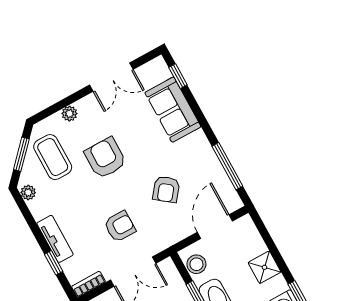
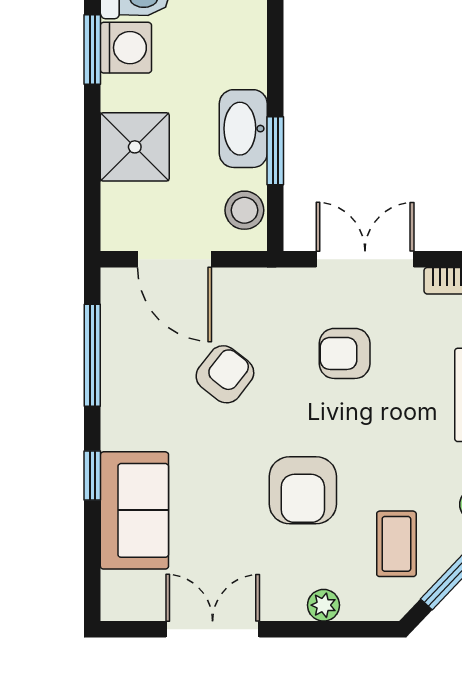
window: (178, 76) -> (92, 475), moved
coffee table: (53, 157) -> (396, 544), width x0.73, depth x0.77
door: (215, 227) -> (175, 259), hinge flipped
shower: (264, 267) -> (135, 147), width x1.36, depth x1.36

